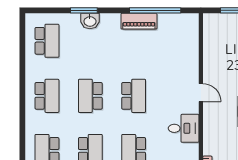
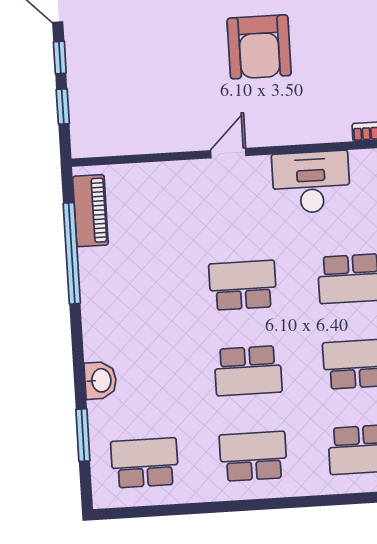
window: (84, 10) -> (83, 435), moved
piano: (139, 21) -> (90, 211), moved
desk: (184, 128) -> (311, 182), width x1.37

